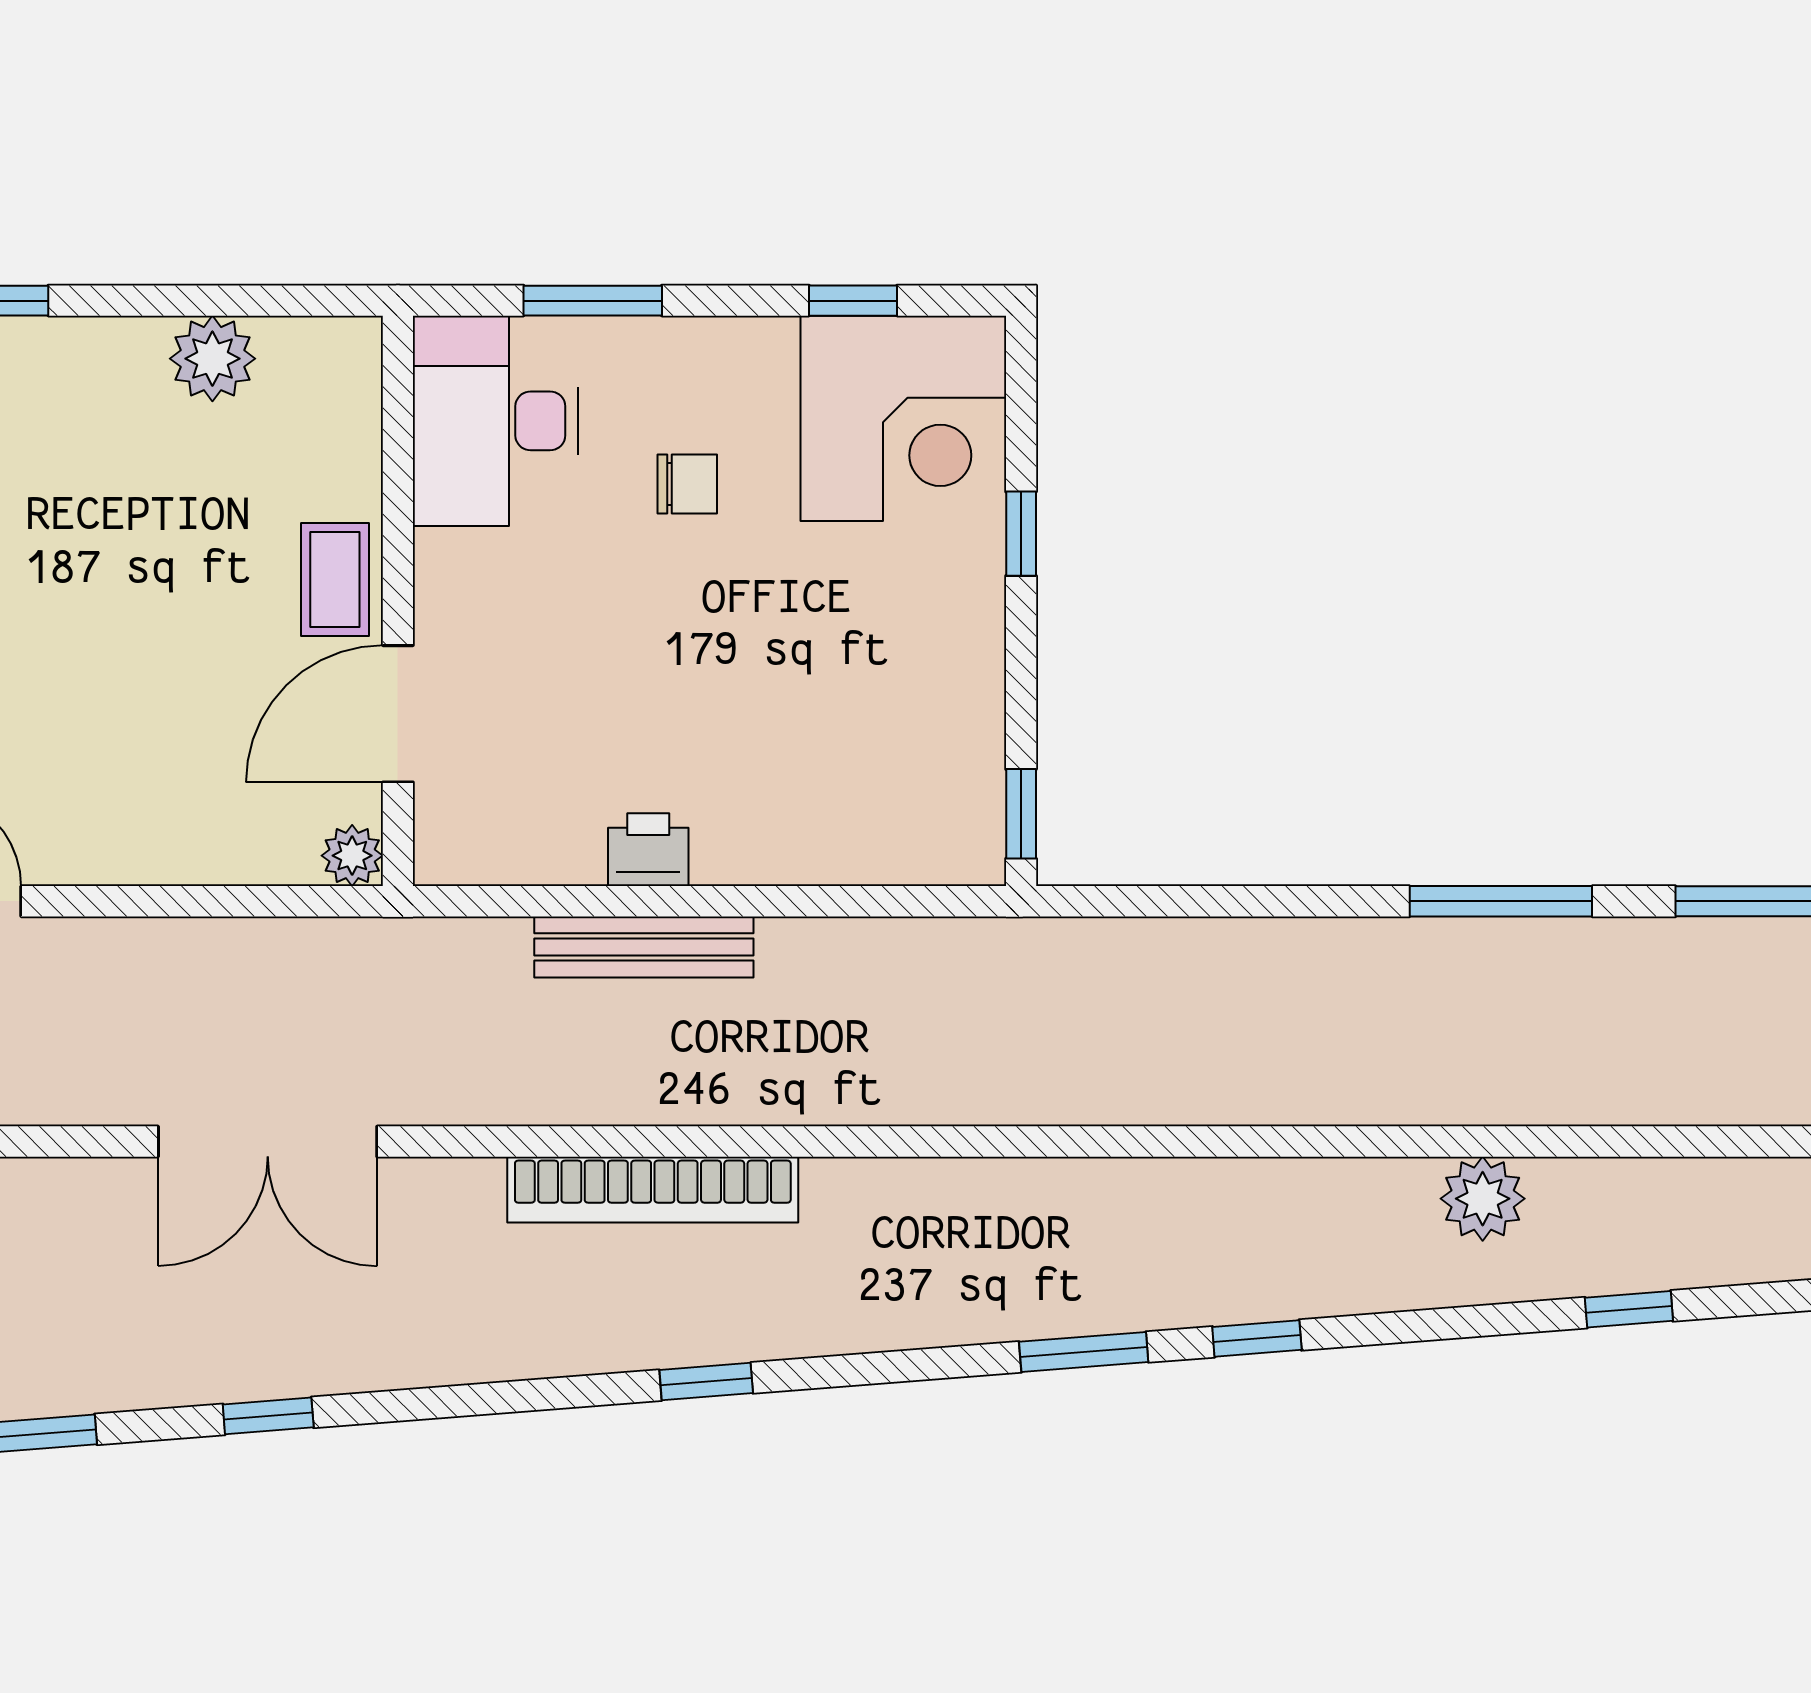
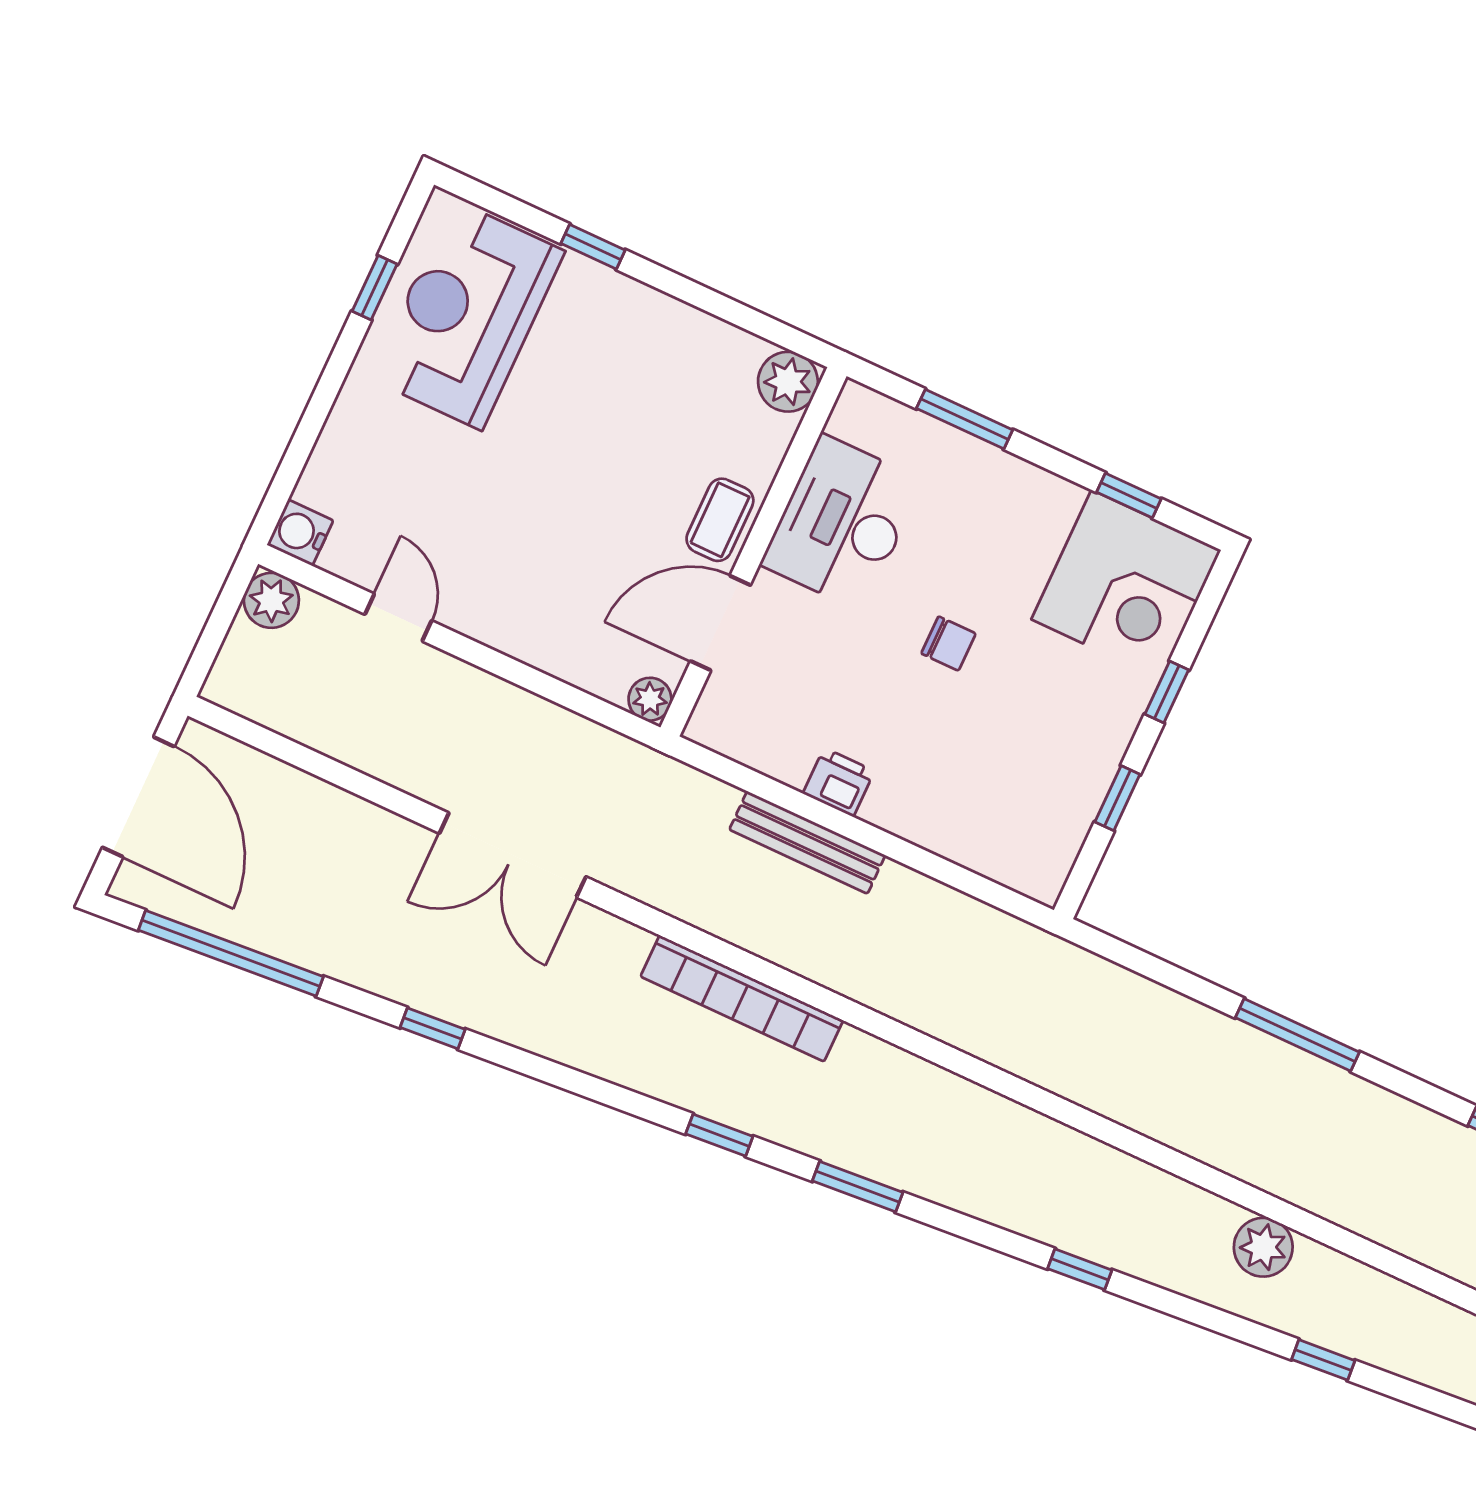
plant: (212, 359) -> (788, 382), moved
desk: (496, 421) -> (842, 523), moved
chair: (687, 484) -> (948, 644), moved
window: (1021, 814) -> (1117, 798), moved
window: (1501, 901) -> (1297, 1035), moved
window: (1084, 1352) -> (858, 1187), moved

